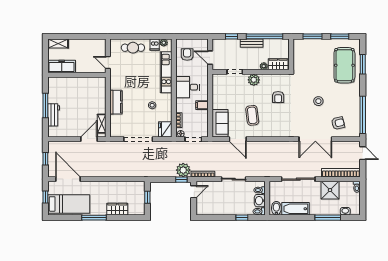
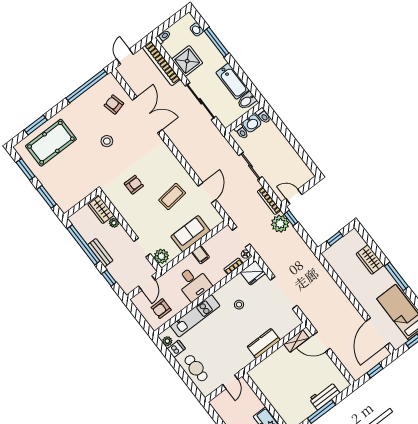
plant: (254, 80) -> (161, 256), moved
sofa: (220, 123) -> (191, 234), moved
window: (242, 218) -> (283, 128), removed

